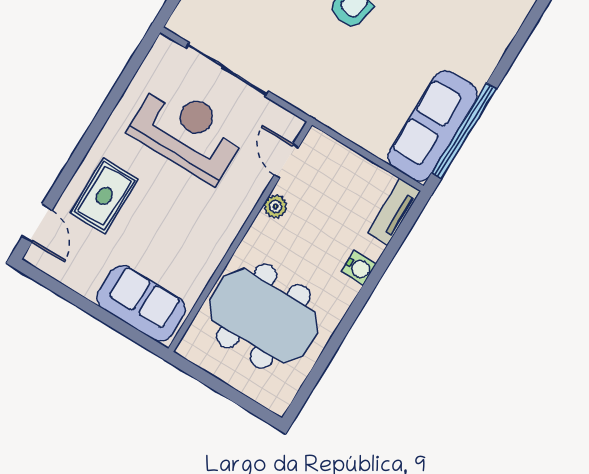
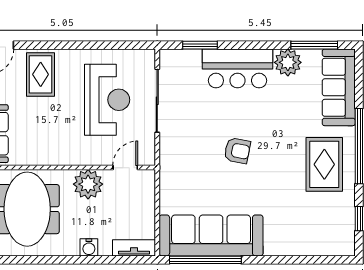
sofa: (433, 126) -> (211, 235), width x1.36, depth x1.27
rug: (104, 196) -> (41, 74), turned 90
plant: (275, 206) -> (88, 184), width x1.88, depth x1.88

